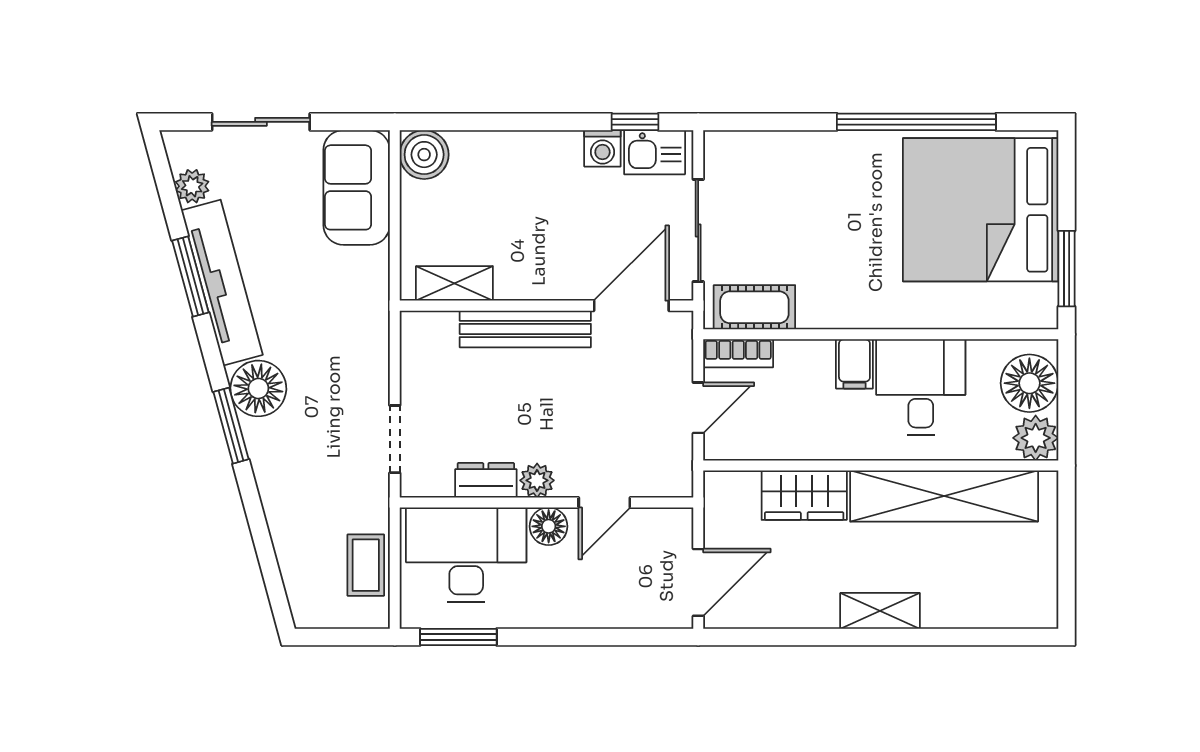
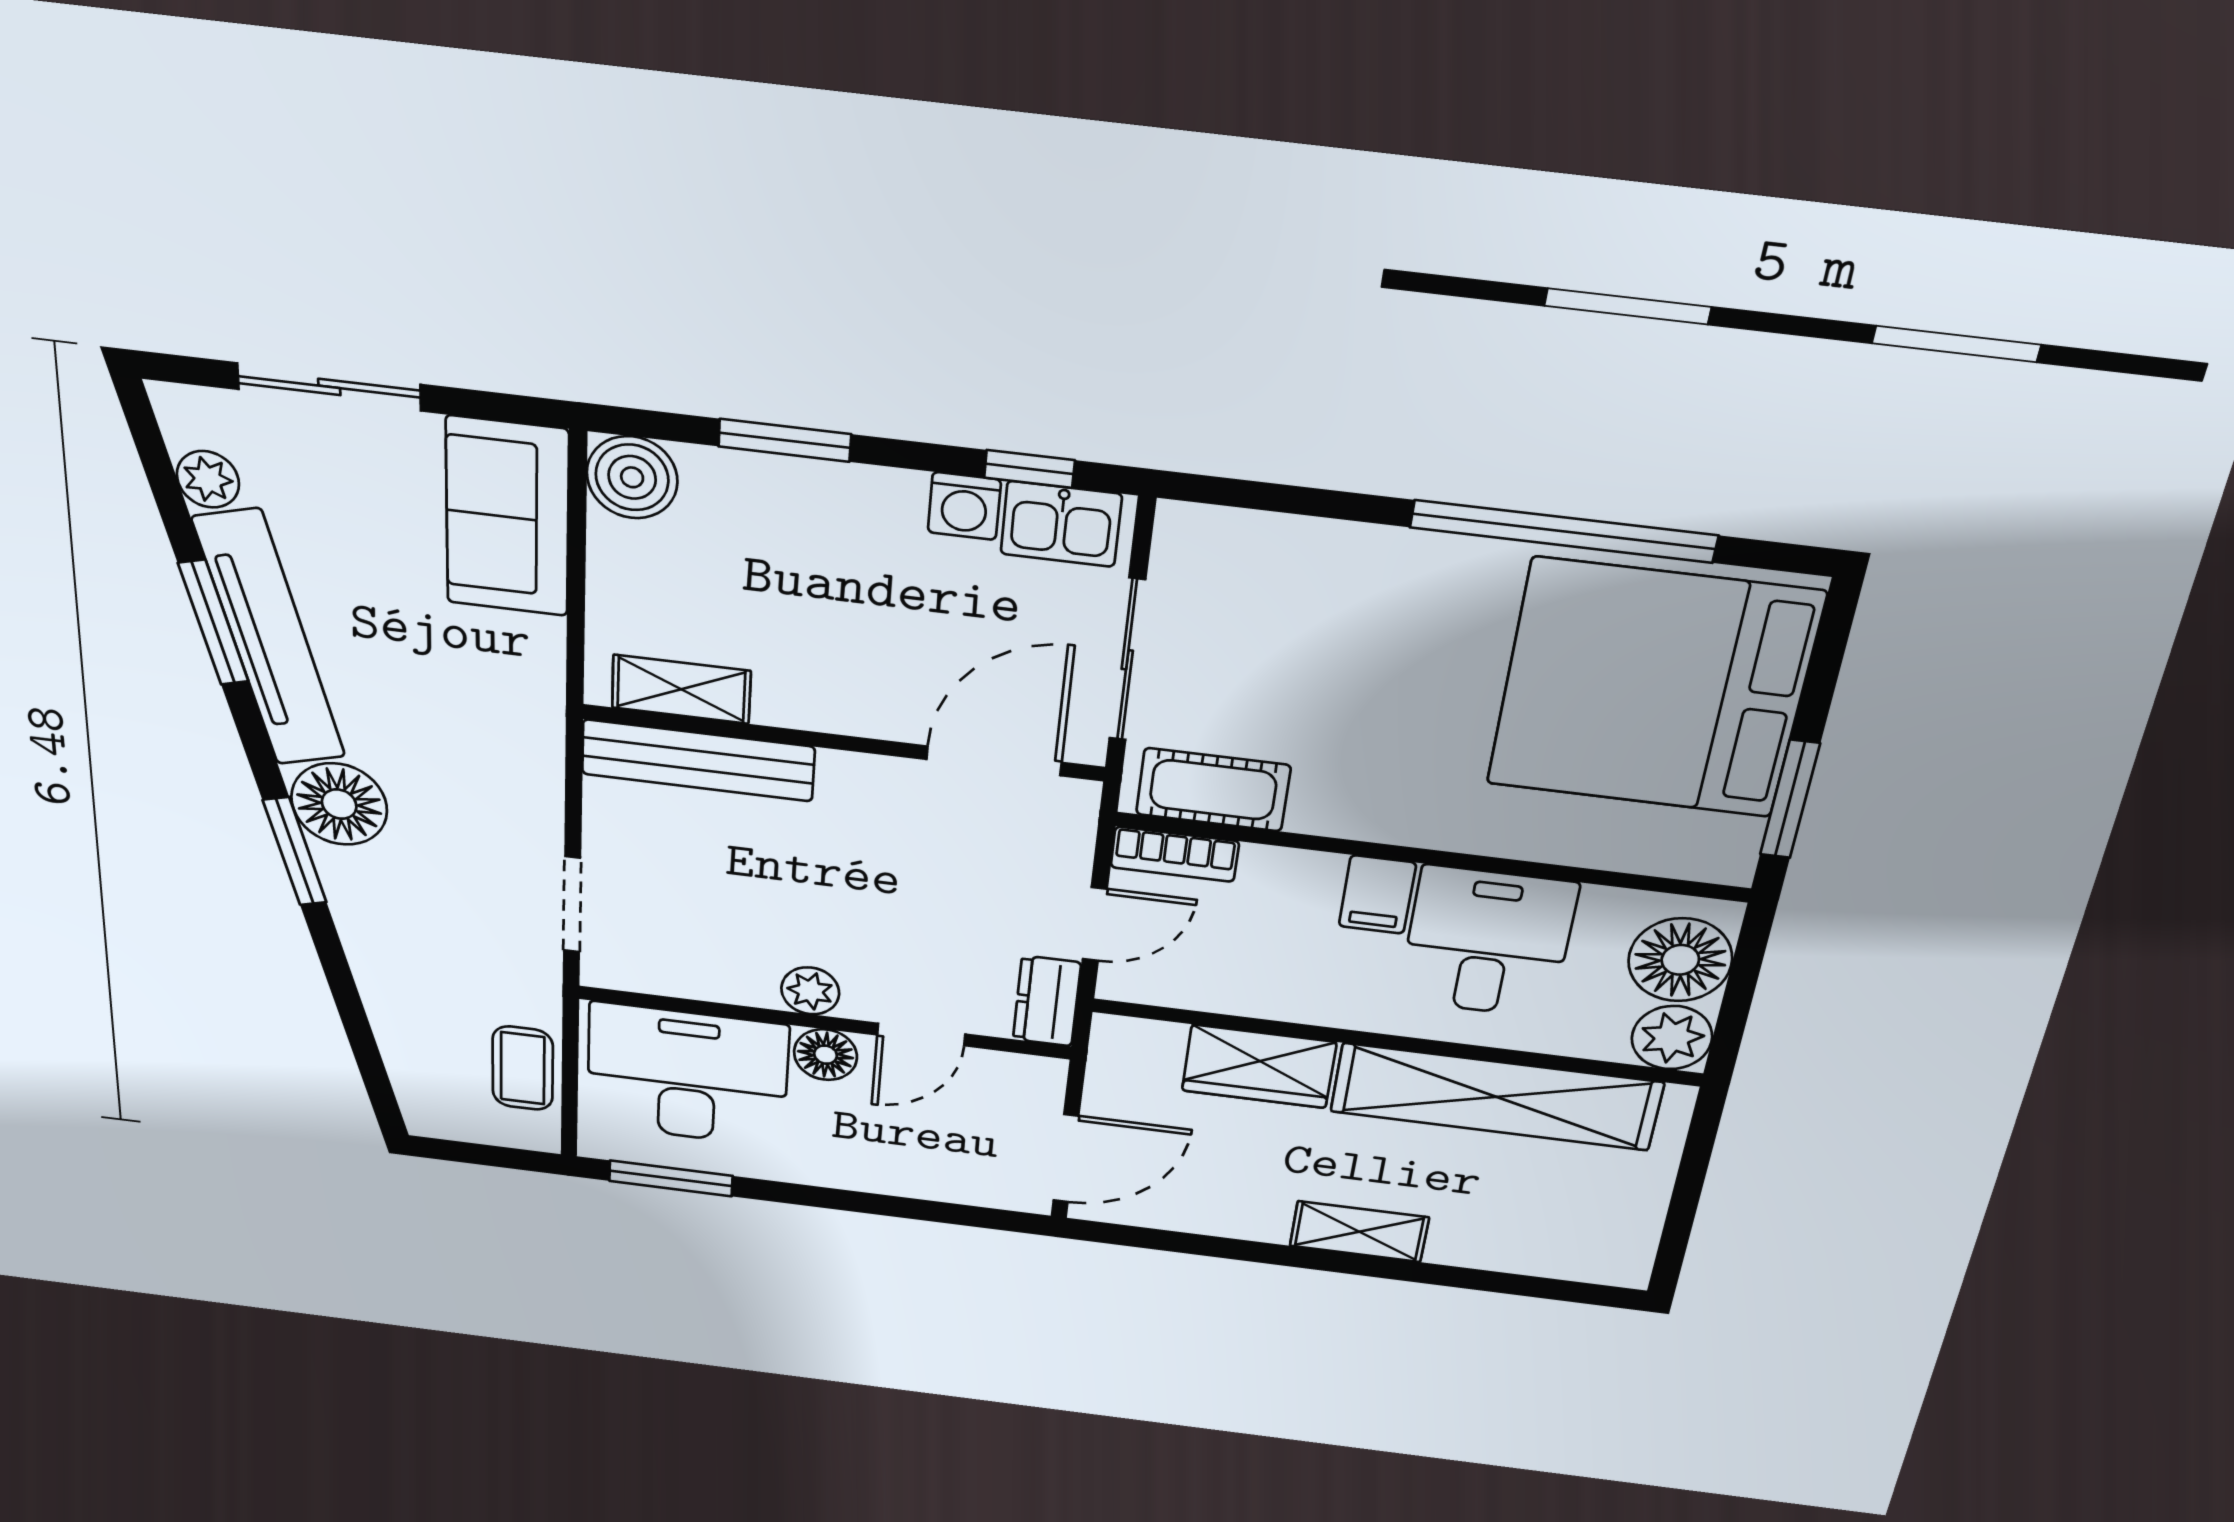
window: (505, 122) -> (785, 440), added
bench: (525, 329) -> (698, 760), moved
dresser: (486, 480) -> (1047, 1001), moved, turned -90

